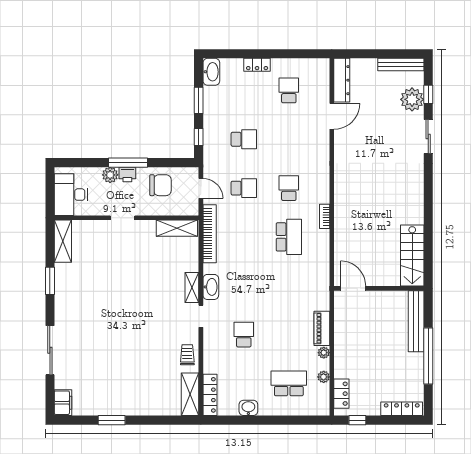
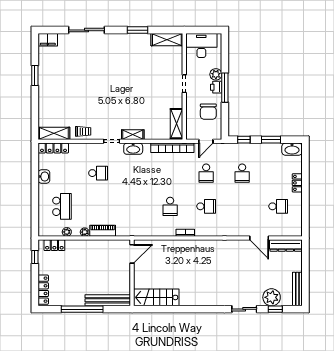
school desk: (289, 237) -> (170, 206), width x0.54

